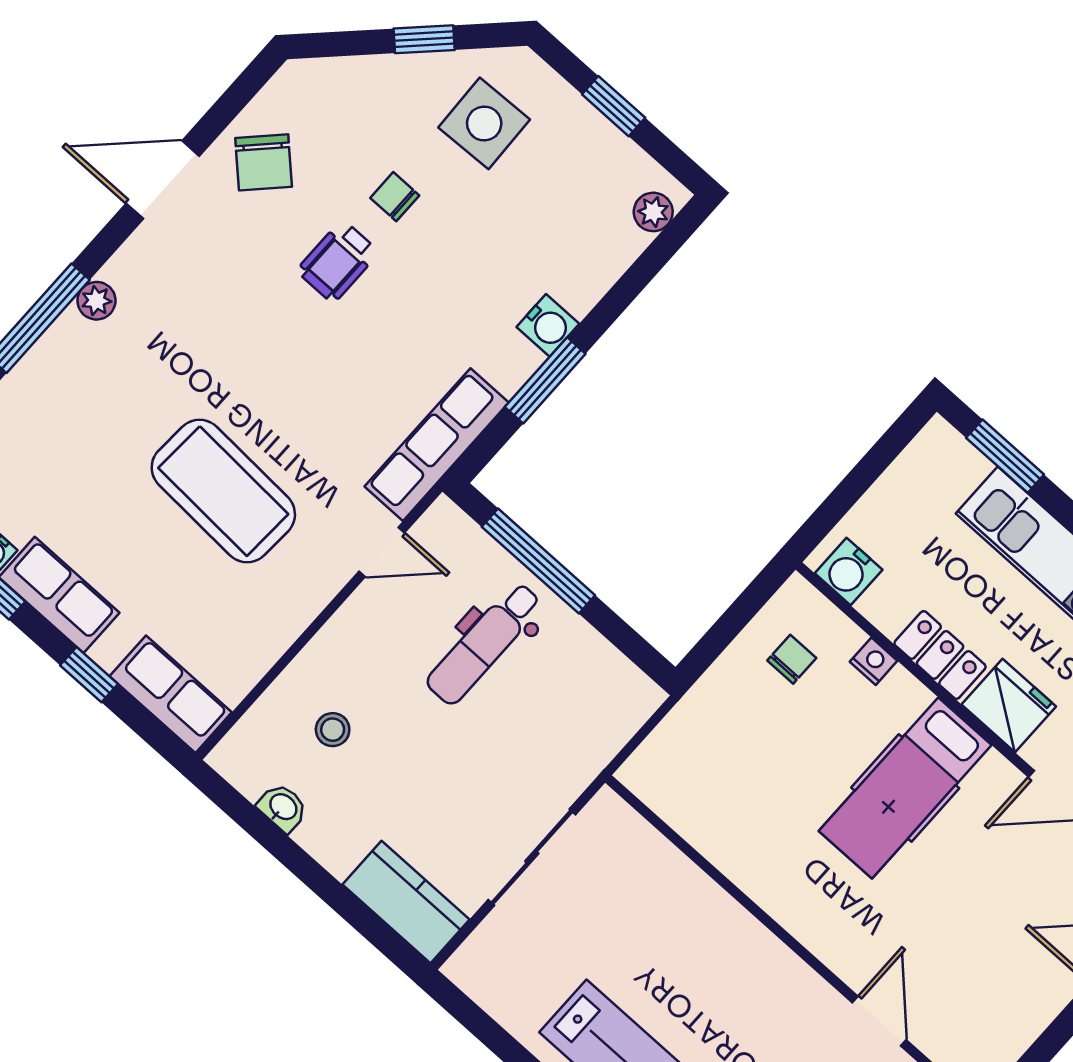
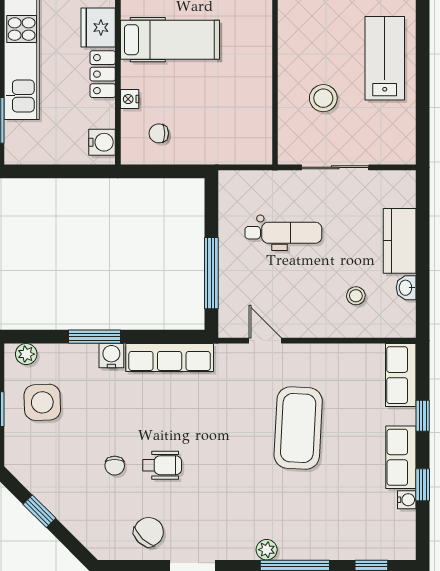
side table: (484, 123) -> (42, 402), moved
window: (545, 380) -> (94, 337), moved
row of seats: (437, 445) -> (170, 358), moved
dental chair: (484, 643) -> (283, 233), moved
kitchen counter: (406, 902) -> (400, 241), moved
stool: (640, 925) -> (323, 98), added

